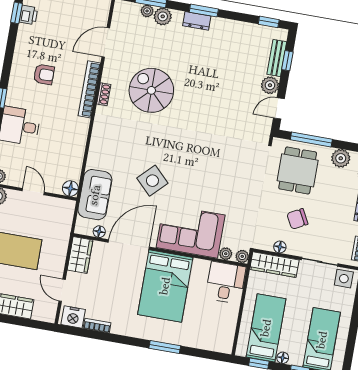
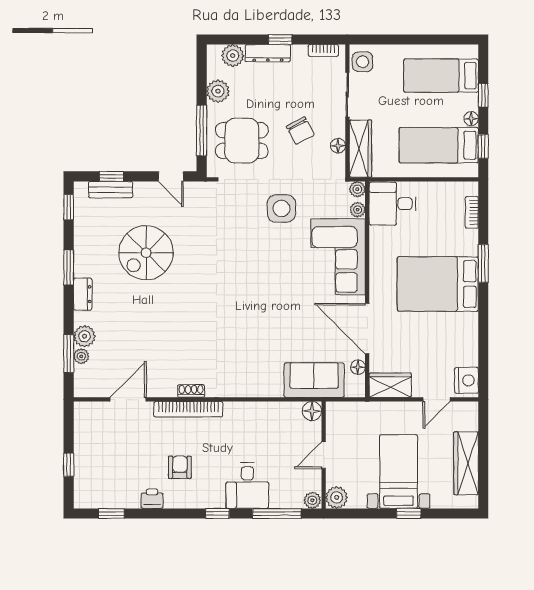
window: (204, 11) -> (69, 268), moved
printer: (28, 15) -> (152, 499), moved
door: (106, 42) -> (128, 399), swing flipped
plant: (270, 85) -> (145, 192), removed
spiral stairs: (151, 90) -> (146, 253), moved
side table: (152, 181) -> (281, 208), moved, turned 45
bed: (165, 286) -> (438, 284), moved, turned 180
bookcase: (97, 326) -> (472, 212), moved

